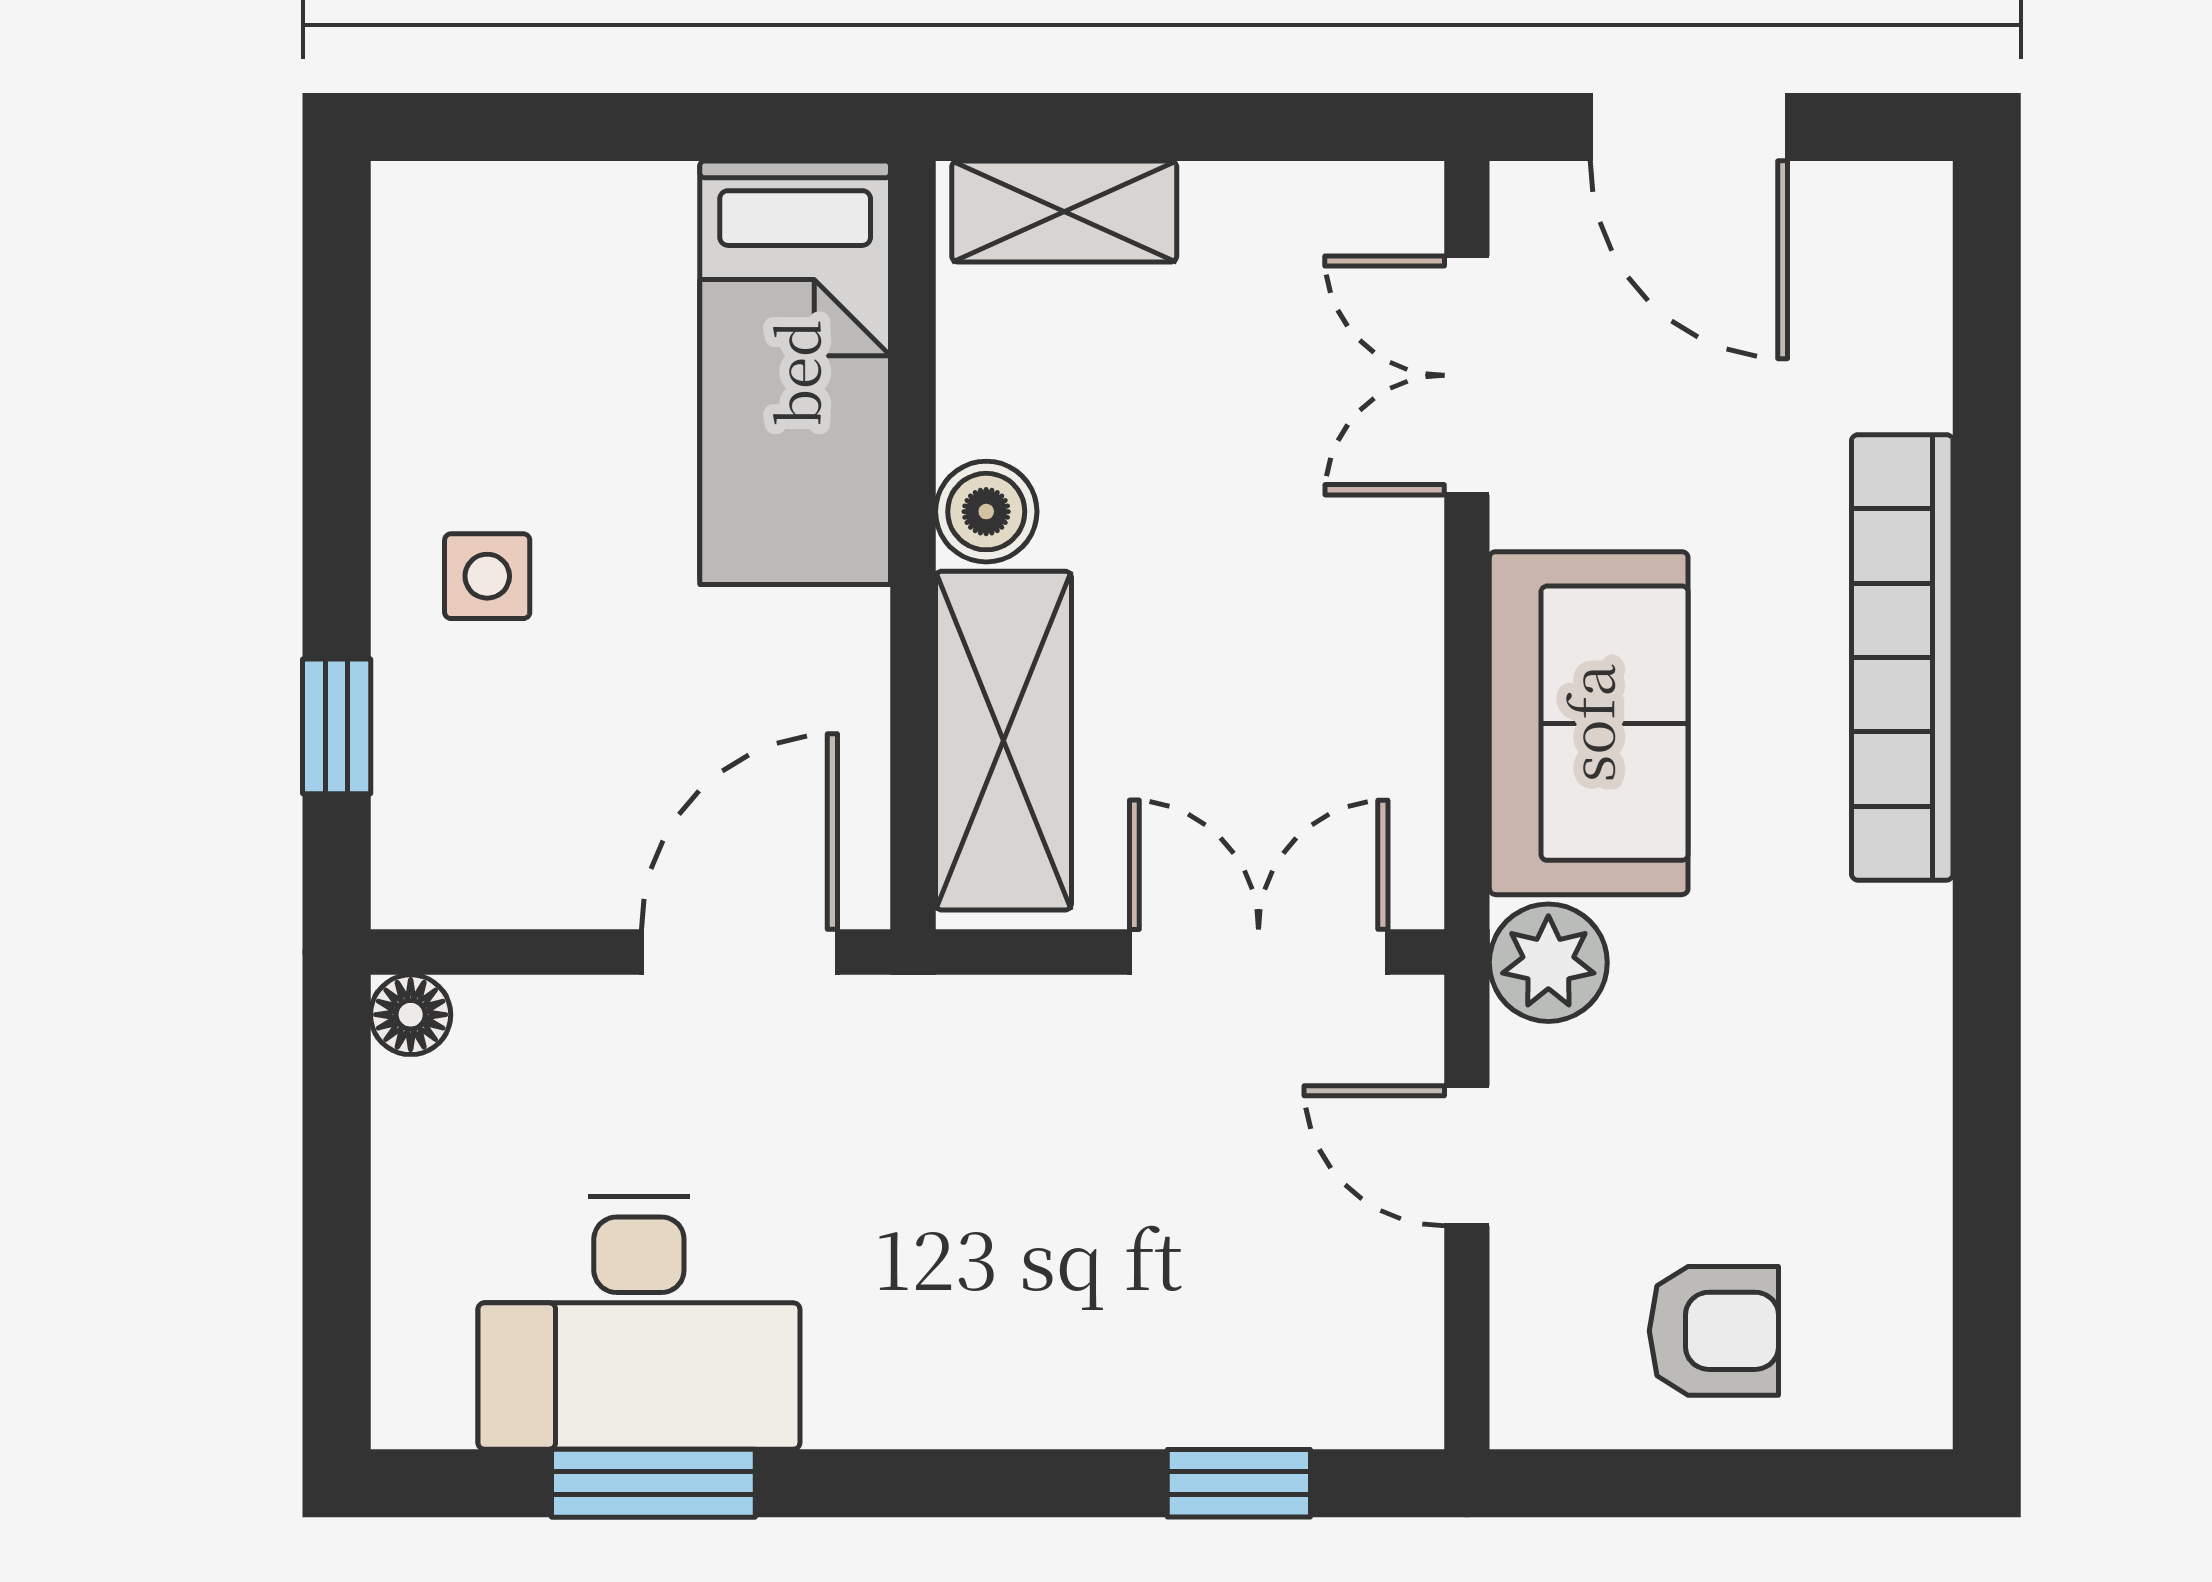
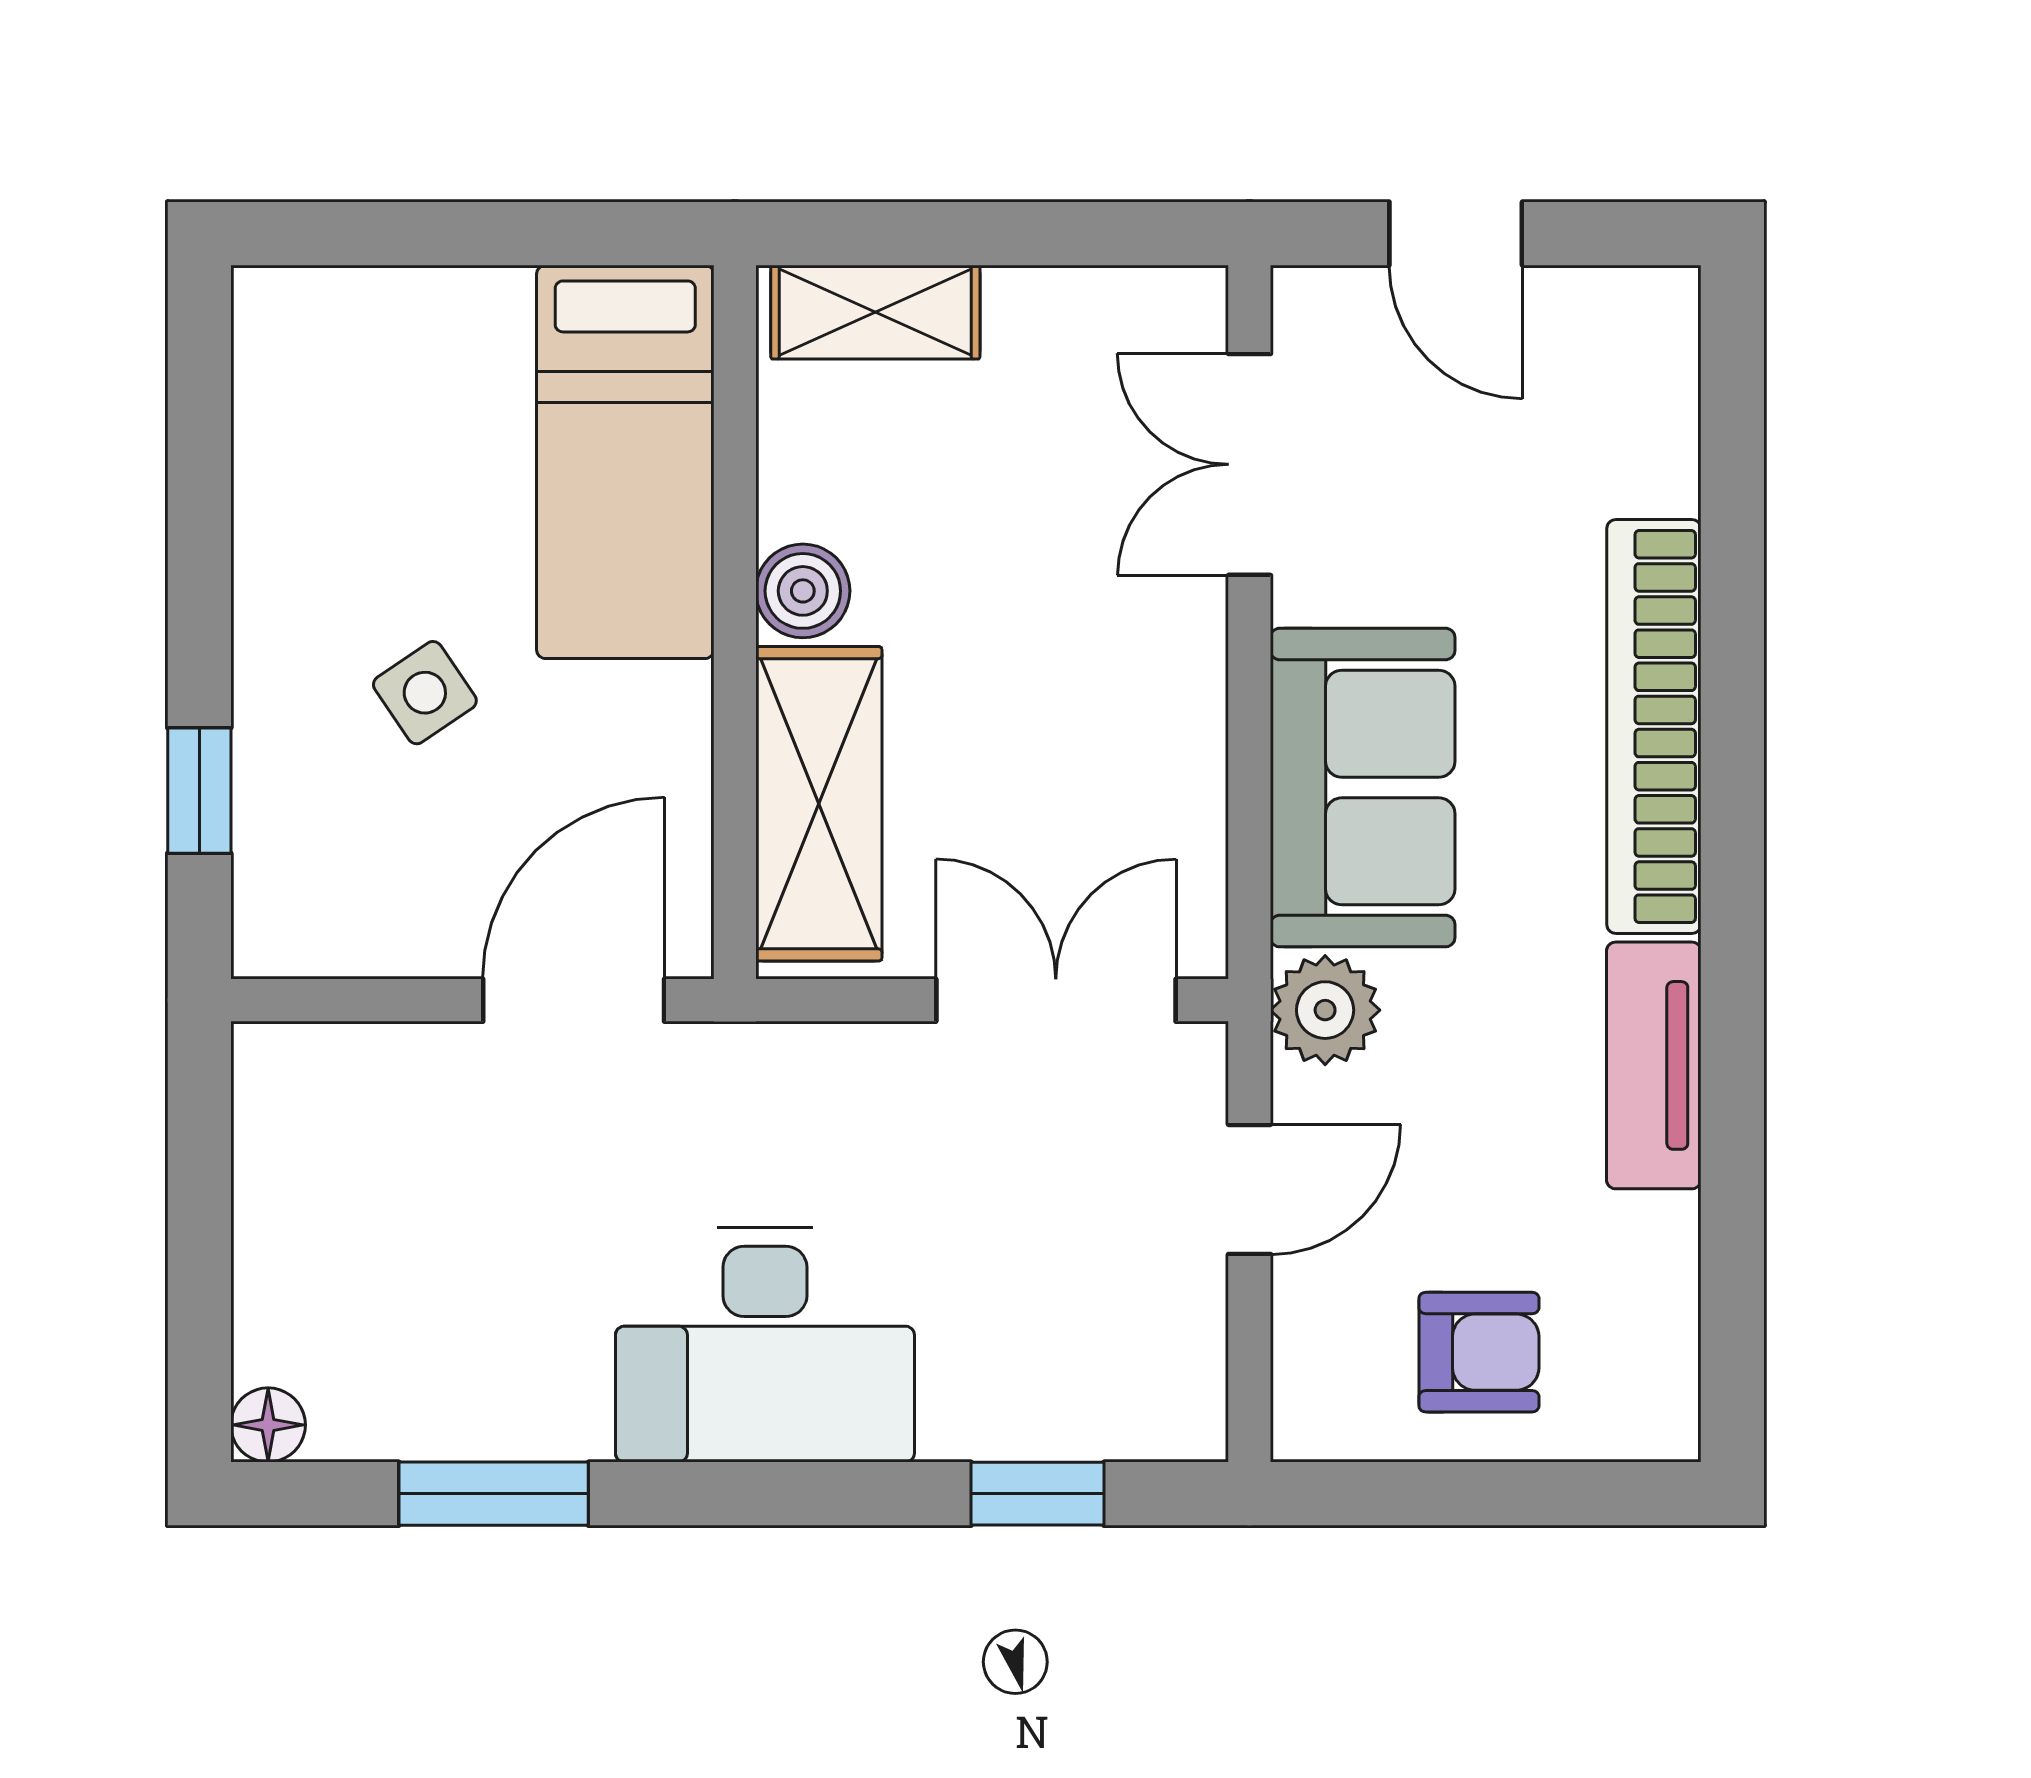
door: (1689, 127) -> (1456, 234), width x0.73
side table: (487, 576) -> (425, 693), moved, turned -34
floor lamp: (411, 1015) -> (268, 1425), moved
tv unit: (1902, 1022) -> (1654, 1065), added
door: (1467, 1156) -> (1249, 1189), swing flipped
desk: (639, 1323) -> (765, 1345), moved

